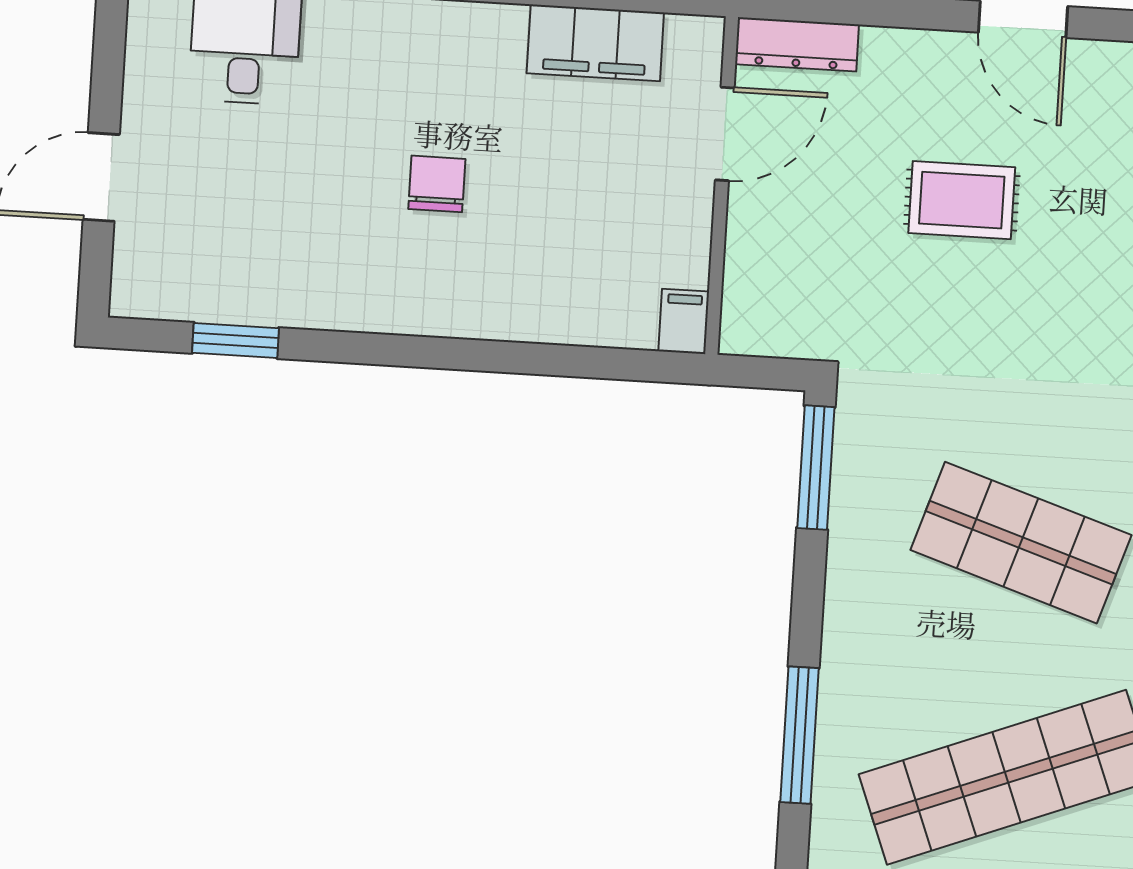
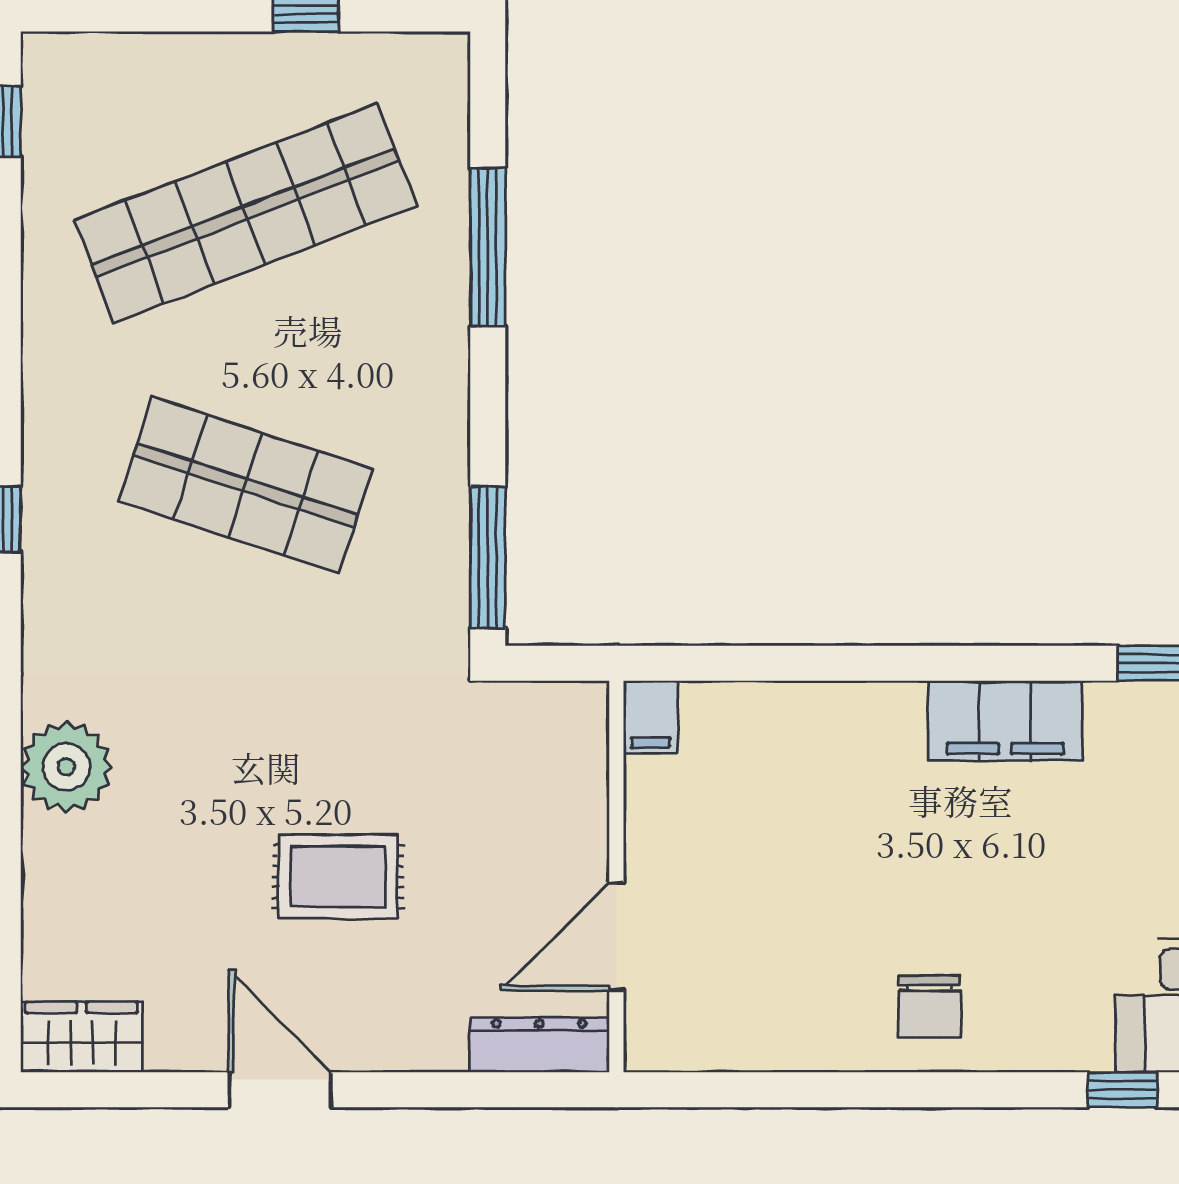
filing cabinet: (595, 43) -> (1005, 721), moved, turned 180
chair: (437, 184) -> (930, 1007), moved

